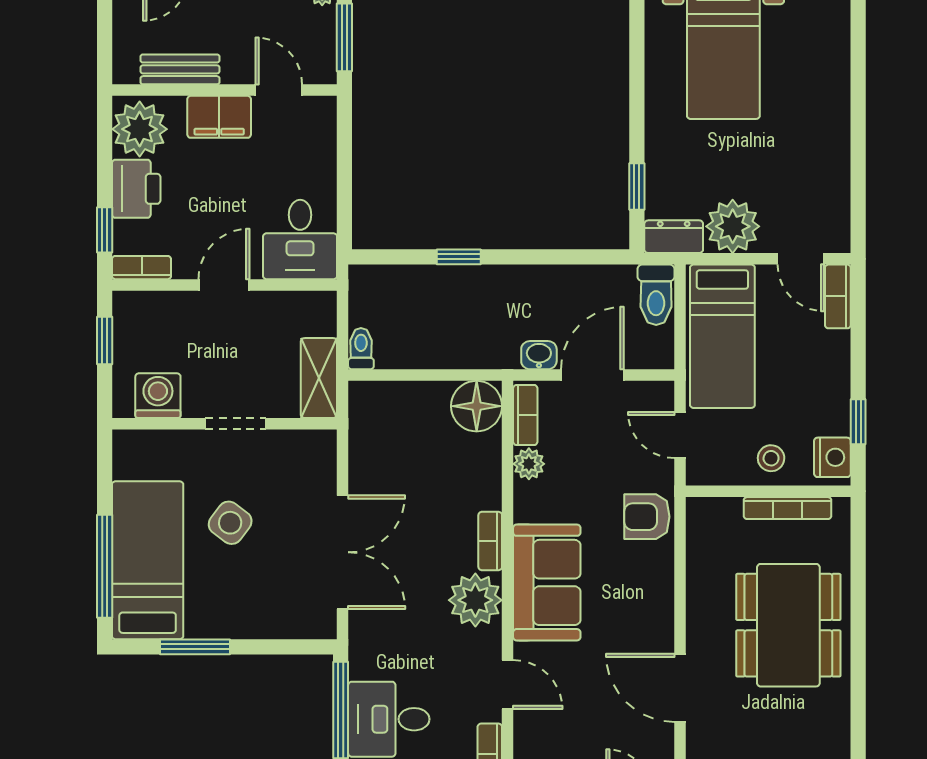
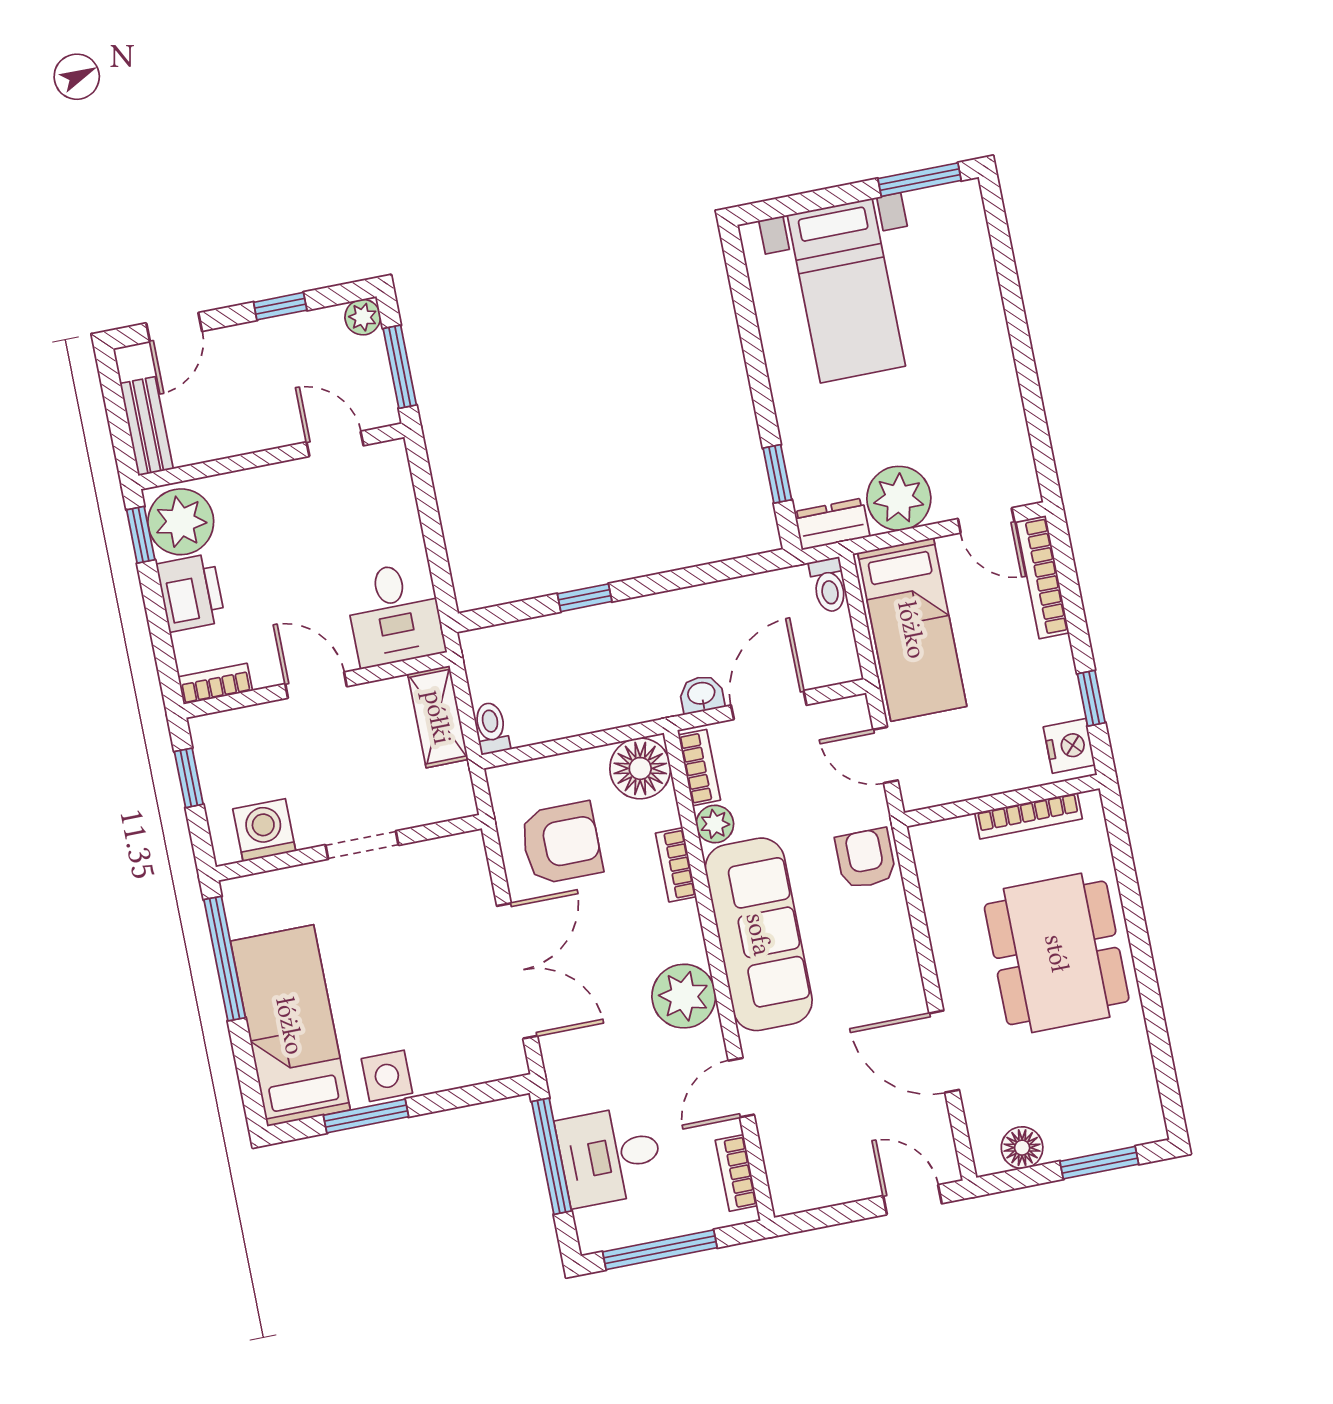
bench: (180, 69) -> (147, 426), moved, turned 90
filing cabinet: (219, 117) -> (271, 489), removed
window: (105, 230) -> (141, 535), moved
door: (224, 285) -> (316, 685), hinge flipped
toilet: (656, 295) -> (829, 585), width x0.73, depth x0.72
bookcase: (838, 296) -> (1043, 577), width x1.56
shelving: (319, 378) -> (438, 717), moved
armchair: (400, 454) -> (561, 843), added
stool: (771, 458) -> (998, 761), removed
armchair: (647, 517) -> (866, 858), turned 90
side table: (230, 523) -> (387, 1076), moved, turned -37
bookcase: (490, 541) -> (676, 865), moved
window: (105, 566) -> (225, 959), moved
sofa: (547, 582) -> (759, 934), width x1.36
door: (508, 685) -> (741, 1088), swing flipped

